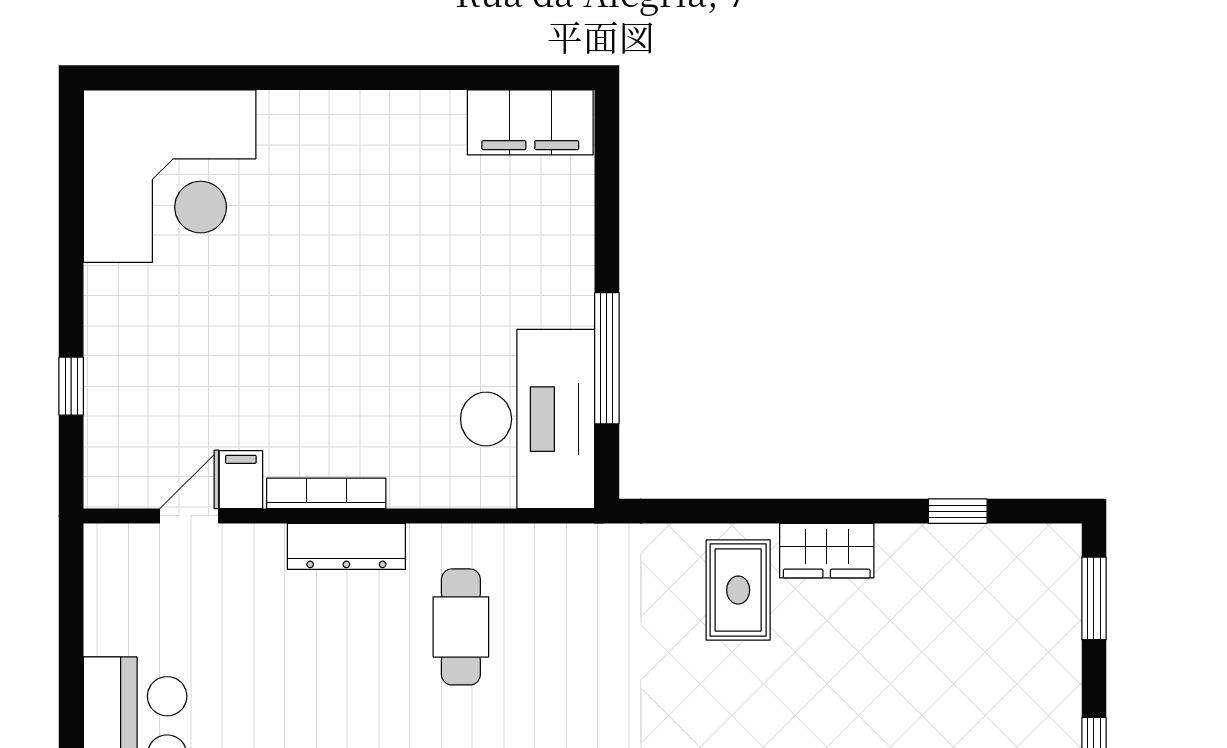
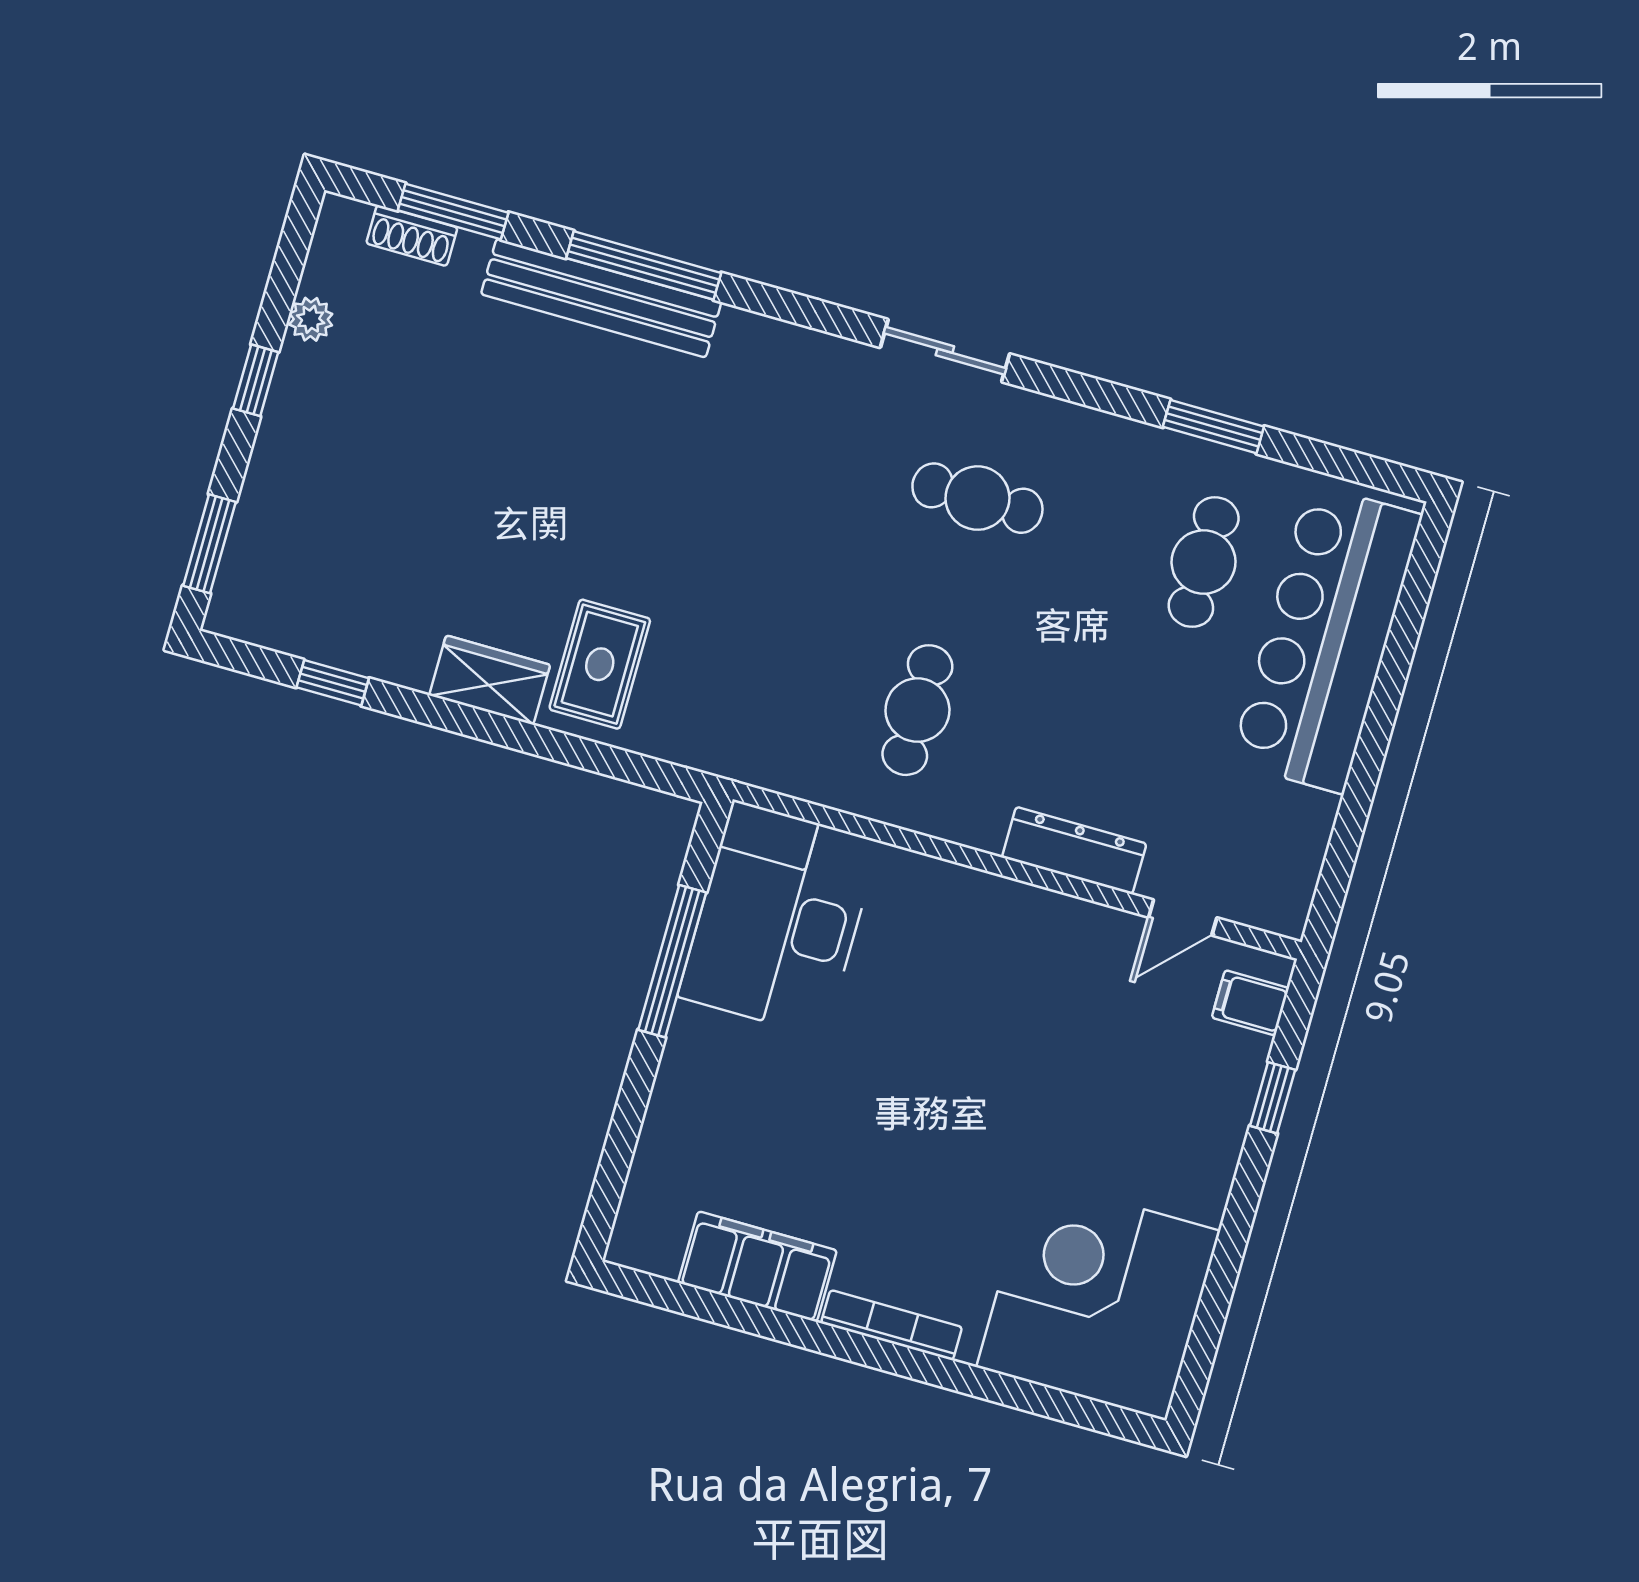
filing cabinet: (530, 122) -> (757, 1267), moved
filing cabinet: (241, 480) -> (1250, 1003), moved, turned 90
bookcase: (326, 493) -> (892, 1325), moved, turned 180
dresser: (346, 546) -> (1074, 851), moved

